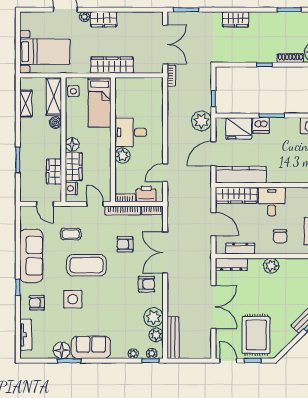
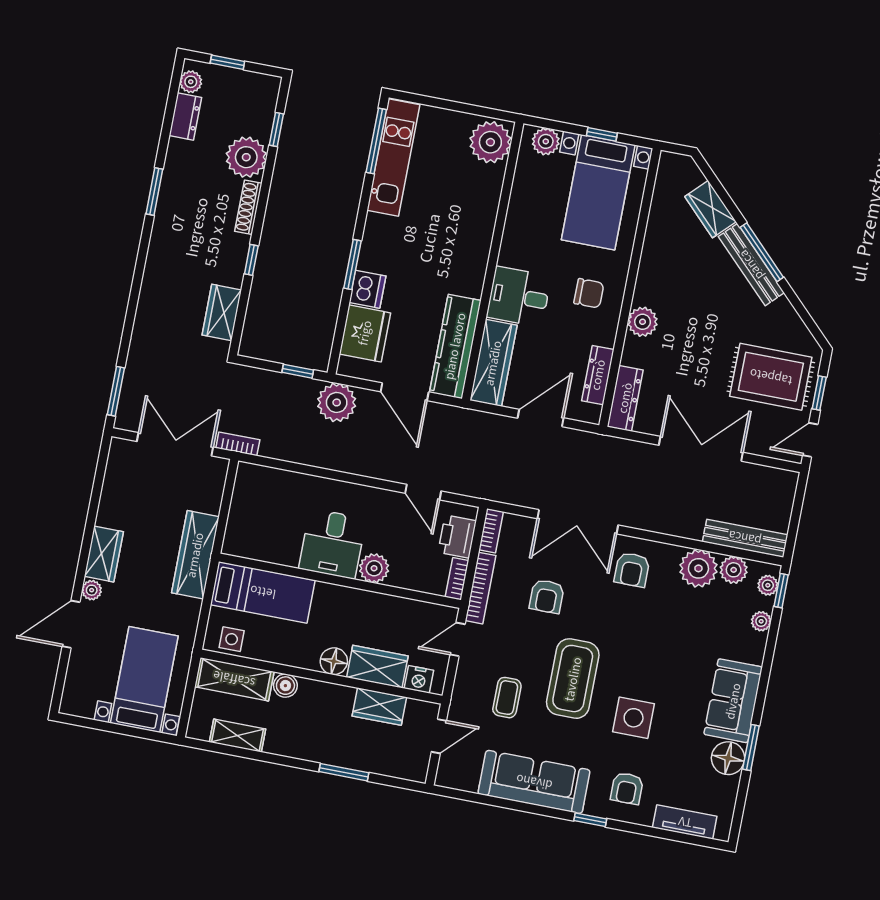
wardrobe: (235, 19) -> (222, 312), moved, turned 180
armchair: (147, 284) -> (632, 570), turned 180

